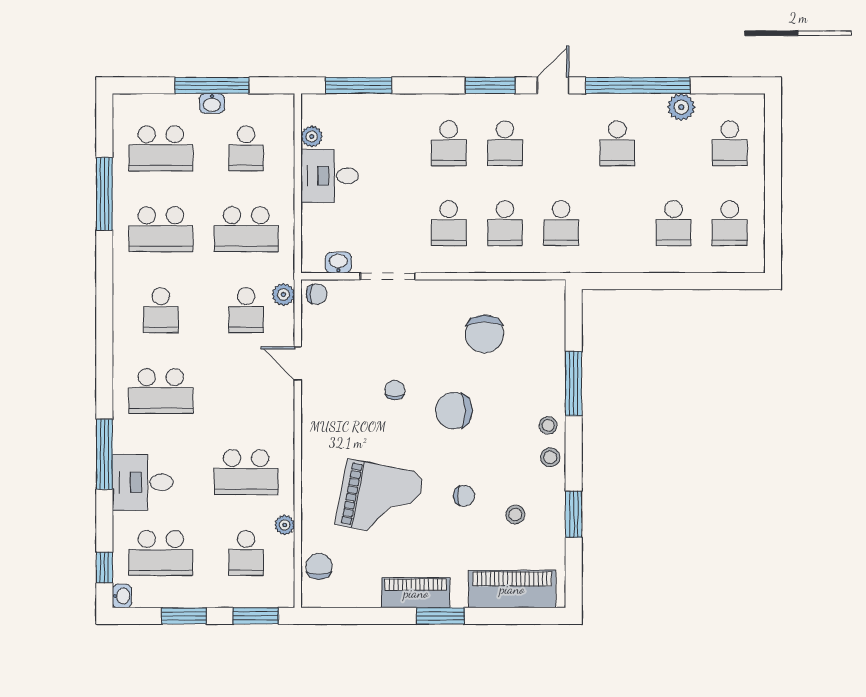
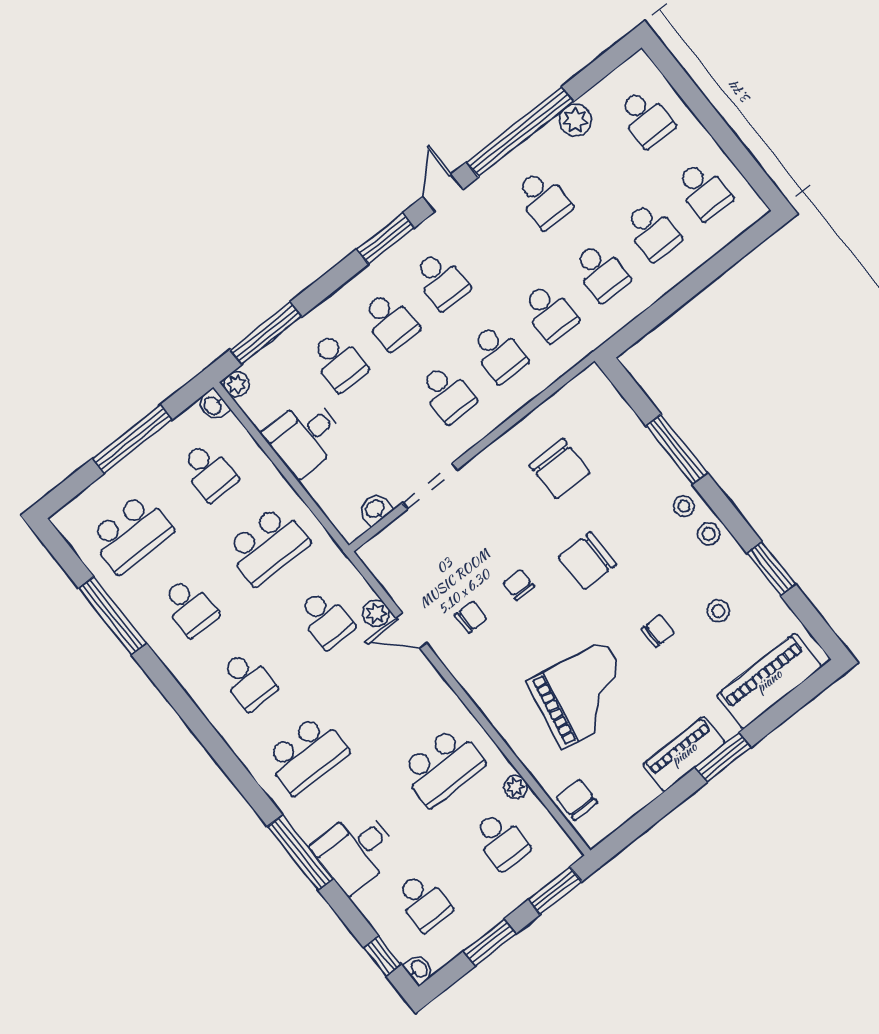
washbasin: (212, 103) -> (213, 405), moved, turned 90
plant: (312, 136) -> (237, 384), moved
school desk: (393, 143) -> (338, 362), added
school desk: (617, 223) -> (601, 272), added
school desk: (161, 229) -> (189, 607), width x0.54
plant: (283, 294) -> (376, 613), moved
chair: (317, 294) -> (471, 617), moved
school desk: (161, 553) -> (423, 902), width x0.54

